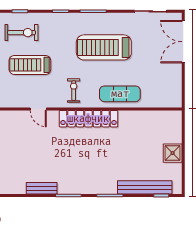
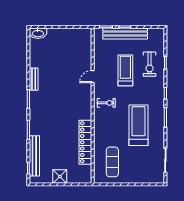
double door: (183, 42) -> (143, 184), removed
exercise mat: (120, 94) -> (112, 162), moved
locker: (88, 119) -> (85, 142), moved

